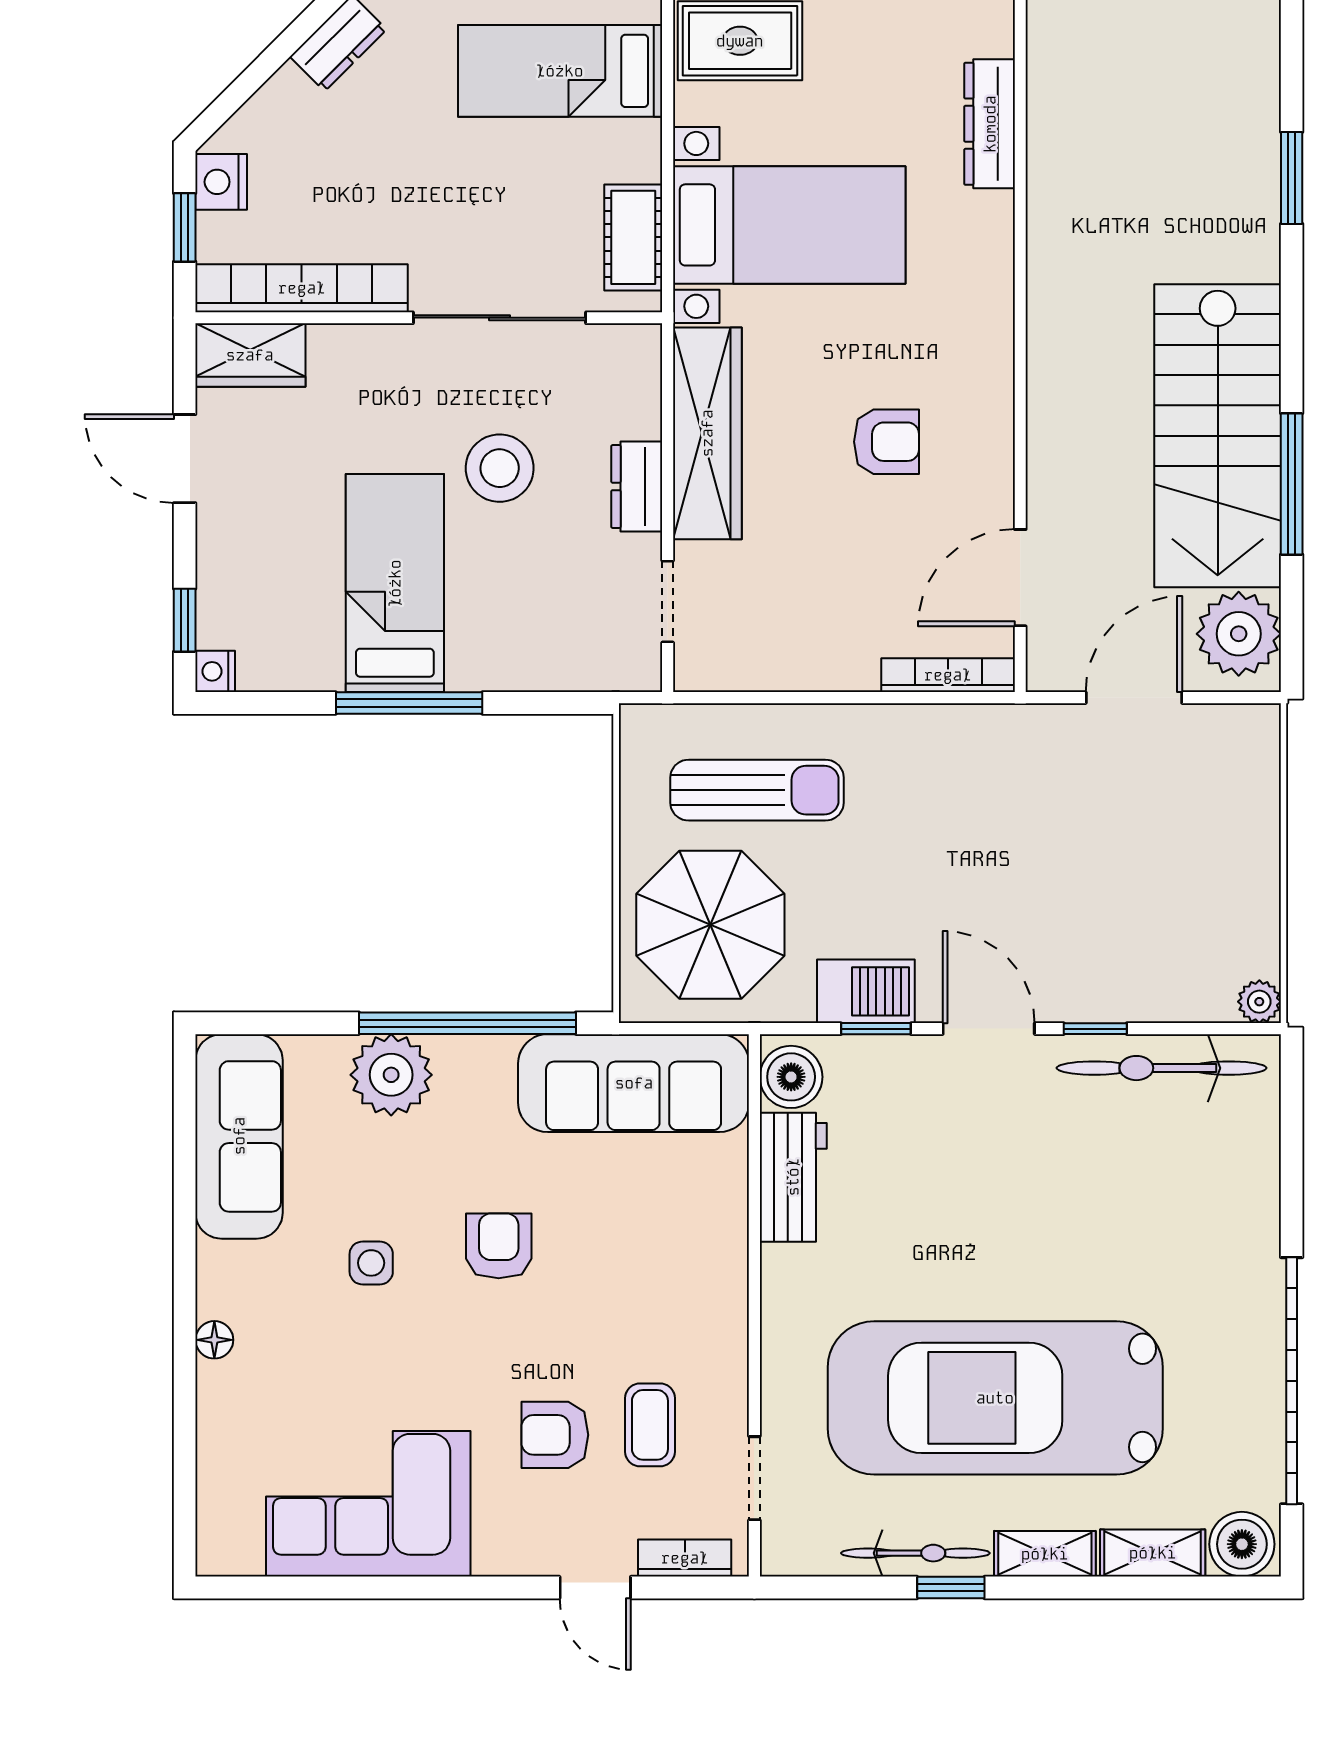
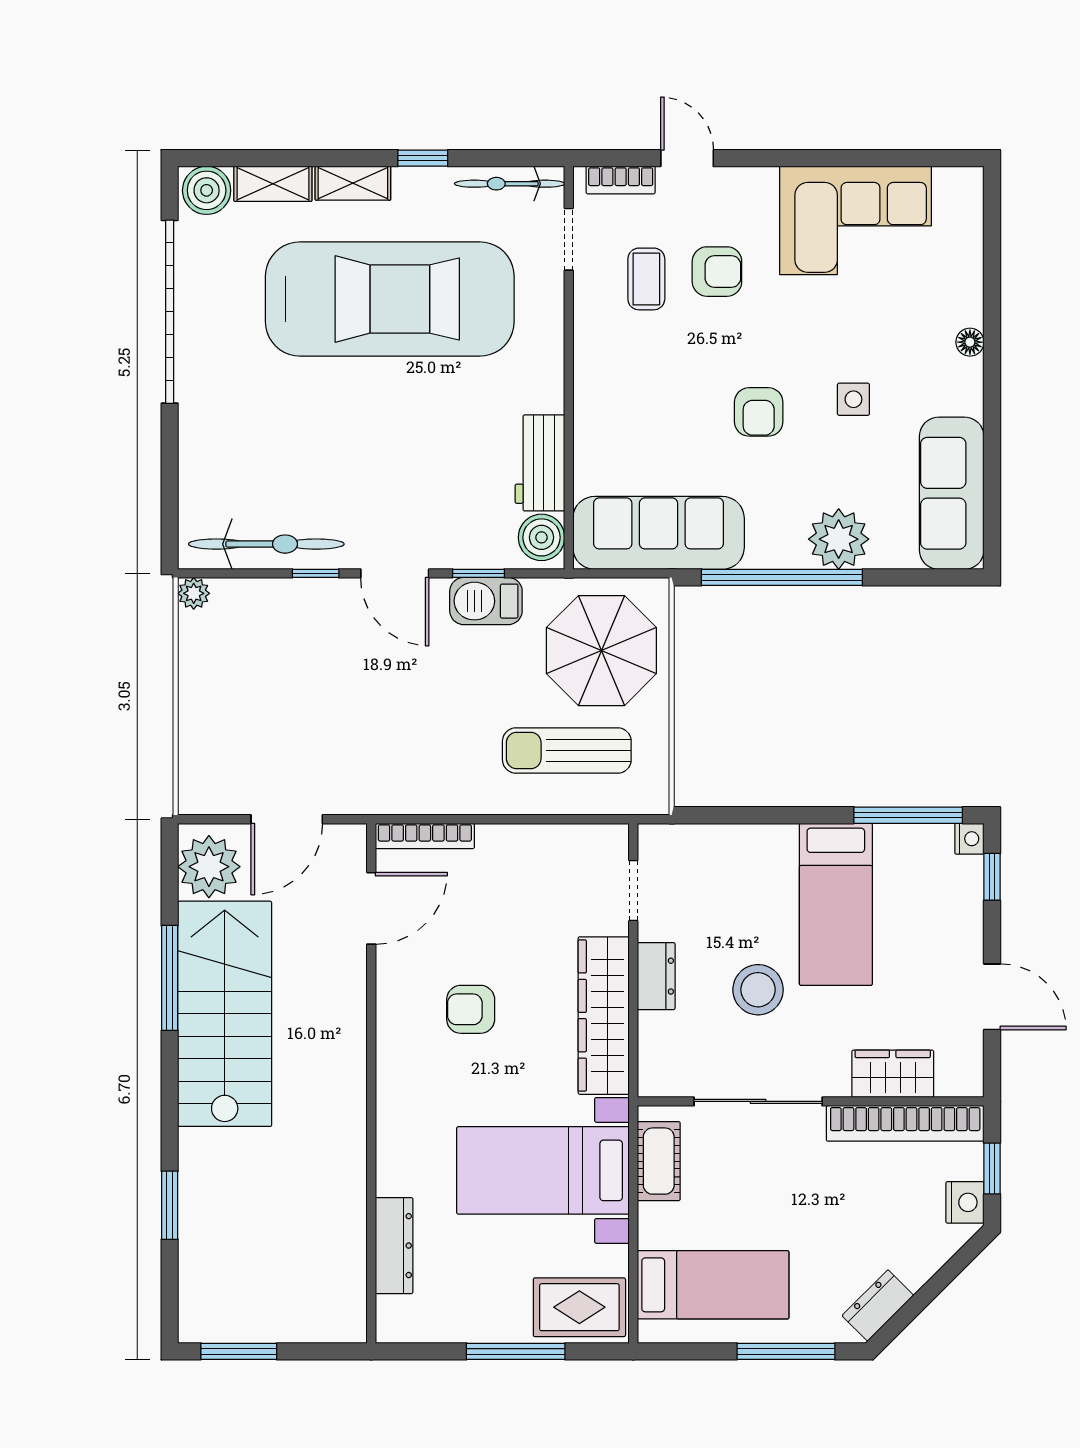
wardrobe: (250, 355) -> (893, 1074), moved
window: (409, 703) -> (908, 815), moved
bicycle: (915, 1553) -> (510, 184), moved

